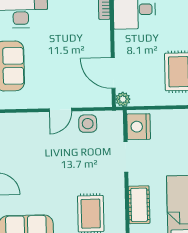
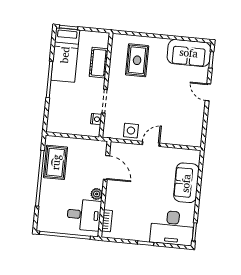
plant: (123, 99) -> (97, 194), moved
nightstand: (139, 127) -> (96, 119), width x0.53, depth x0.56

